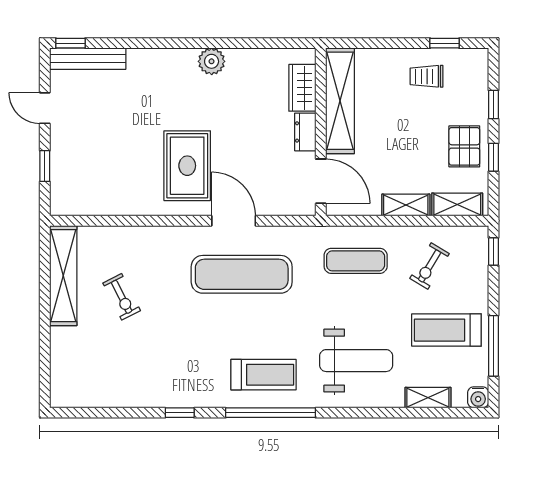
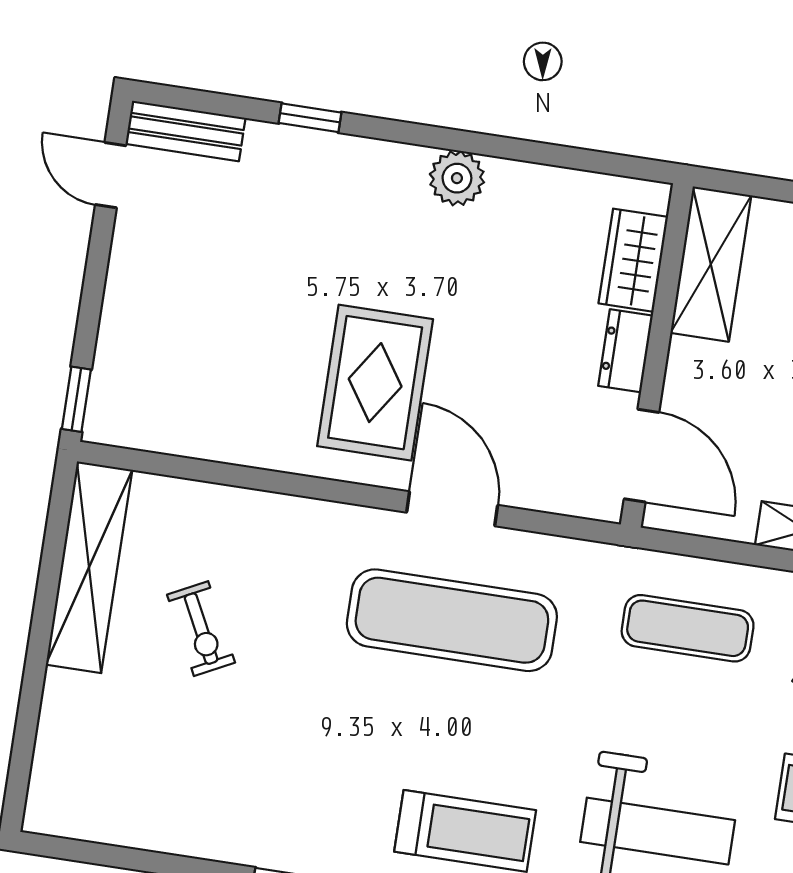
window: (71, 43) -> (310, 118), moved
bench: (88, 59) -> (185, 131), width x0.73
shelving: (340, 101) -> (711, 264), width x0.68
door: (45, 108) -> (111, 175), moved
window: (45, 166) -> (76, 399), moved

